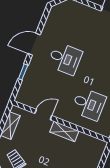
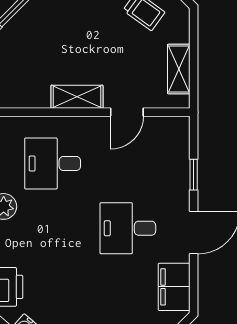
filing cabinet: (54, 22) -> (174, 287), added

